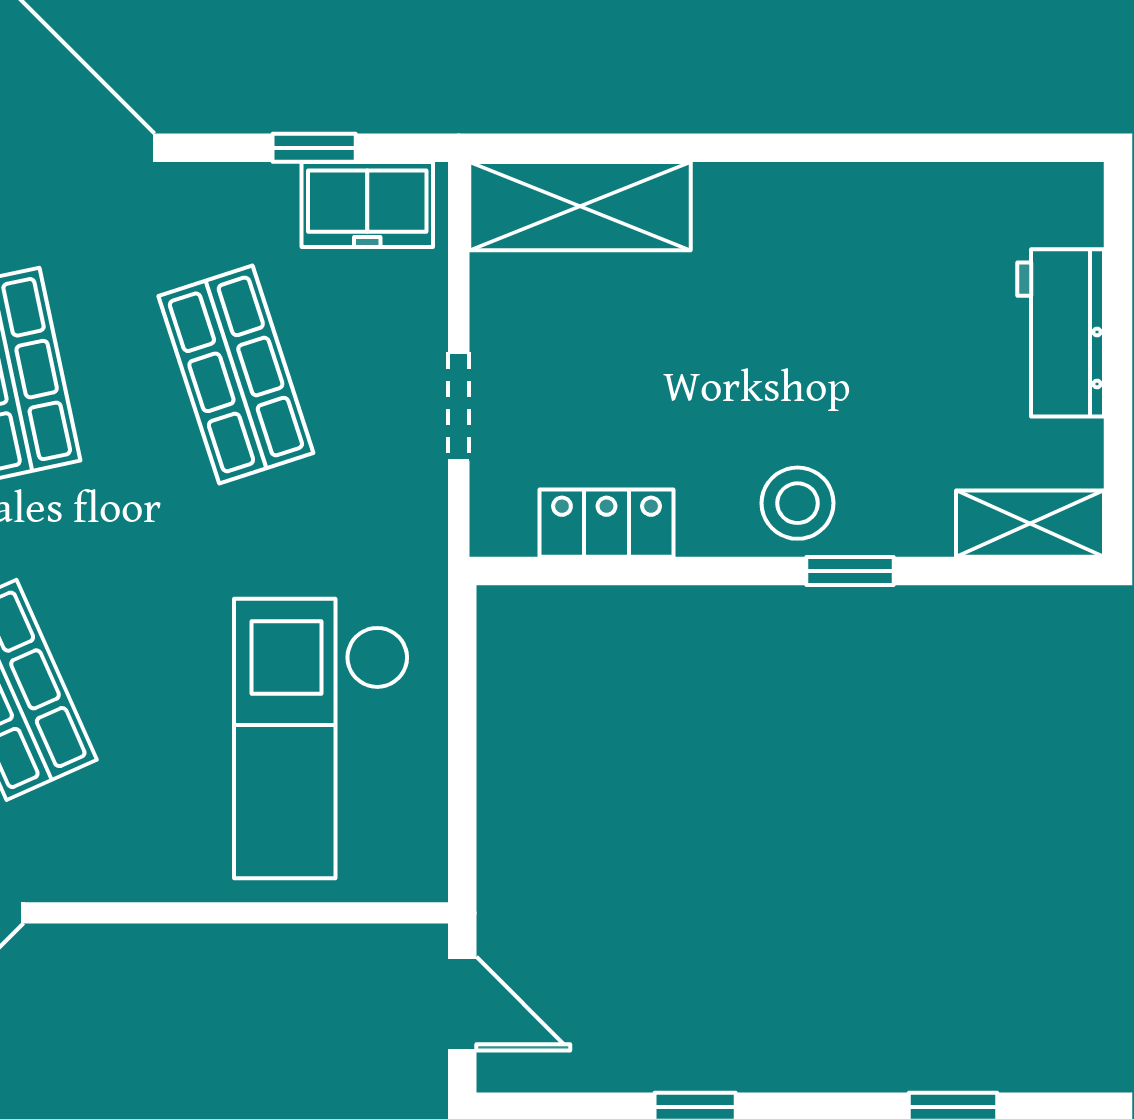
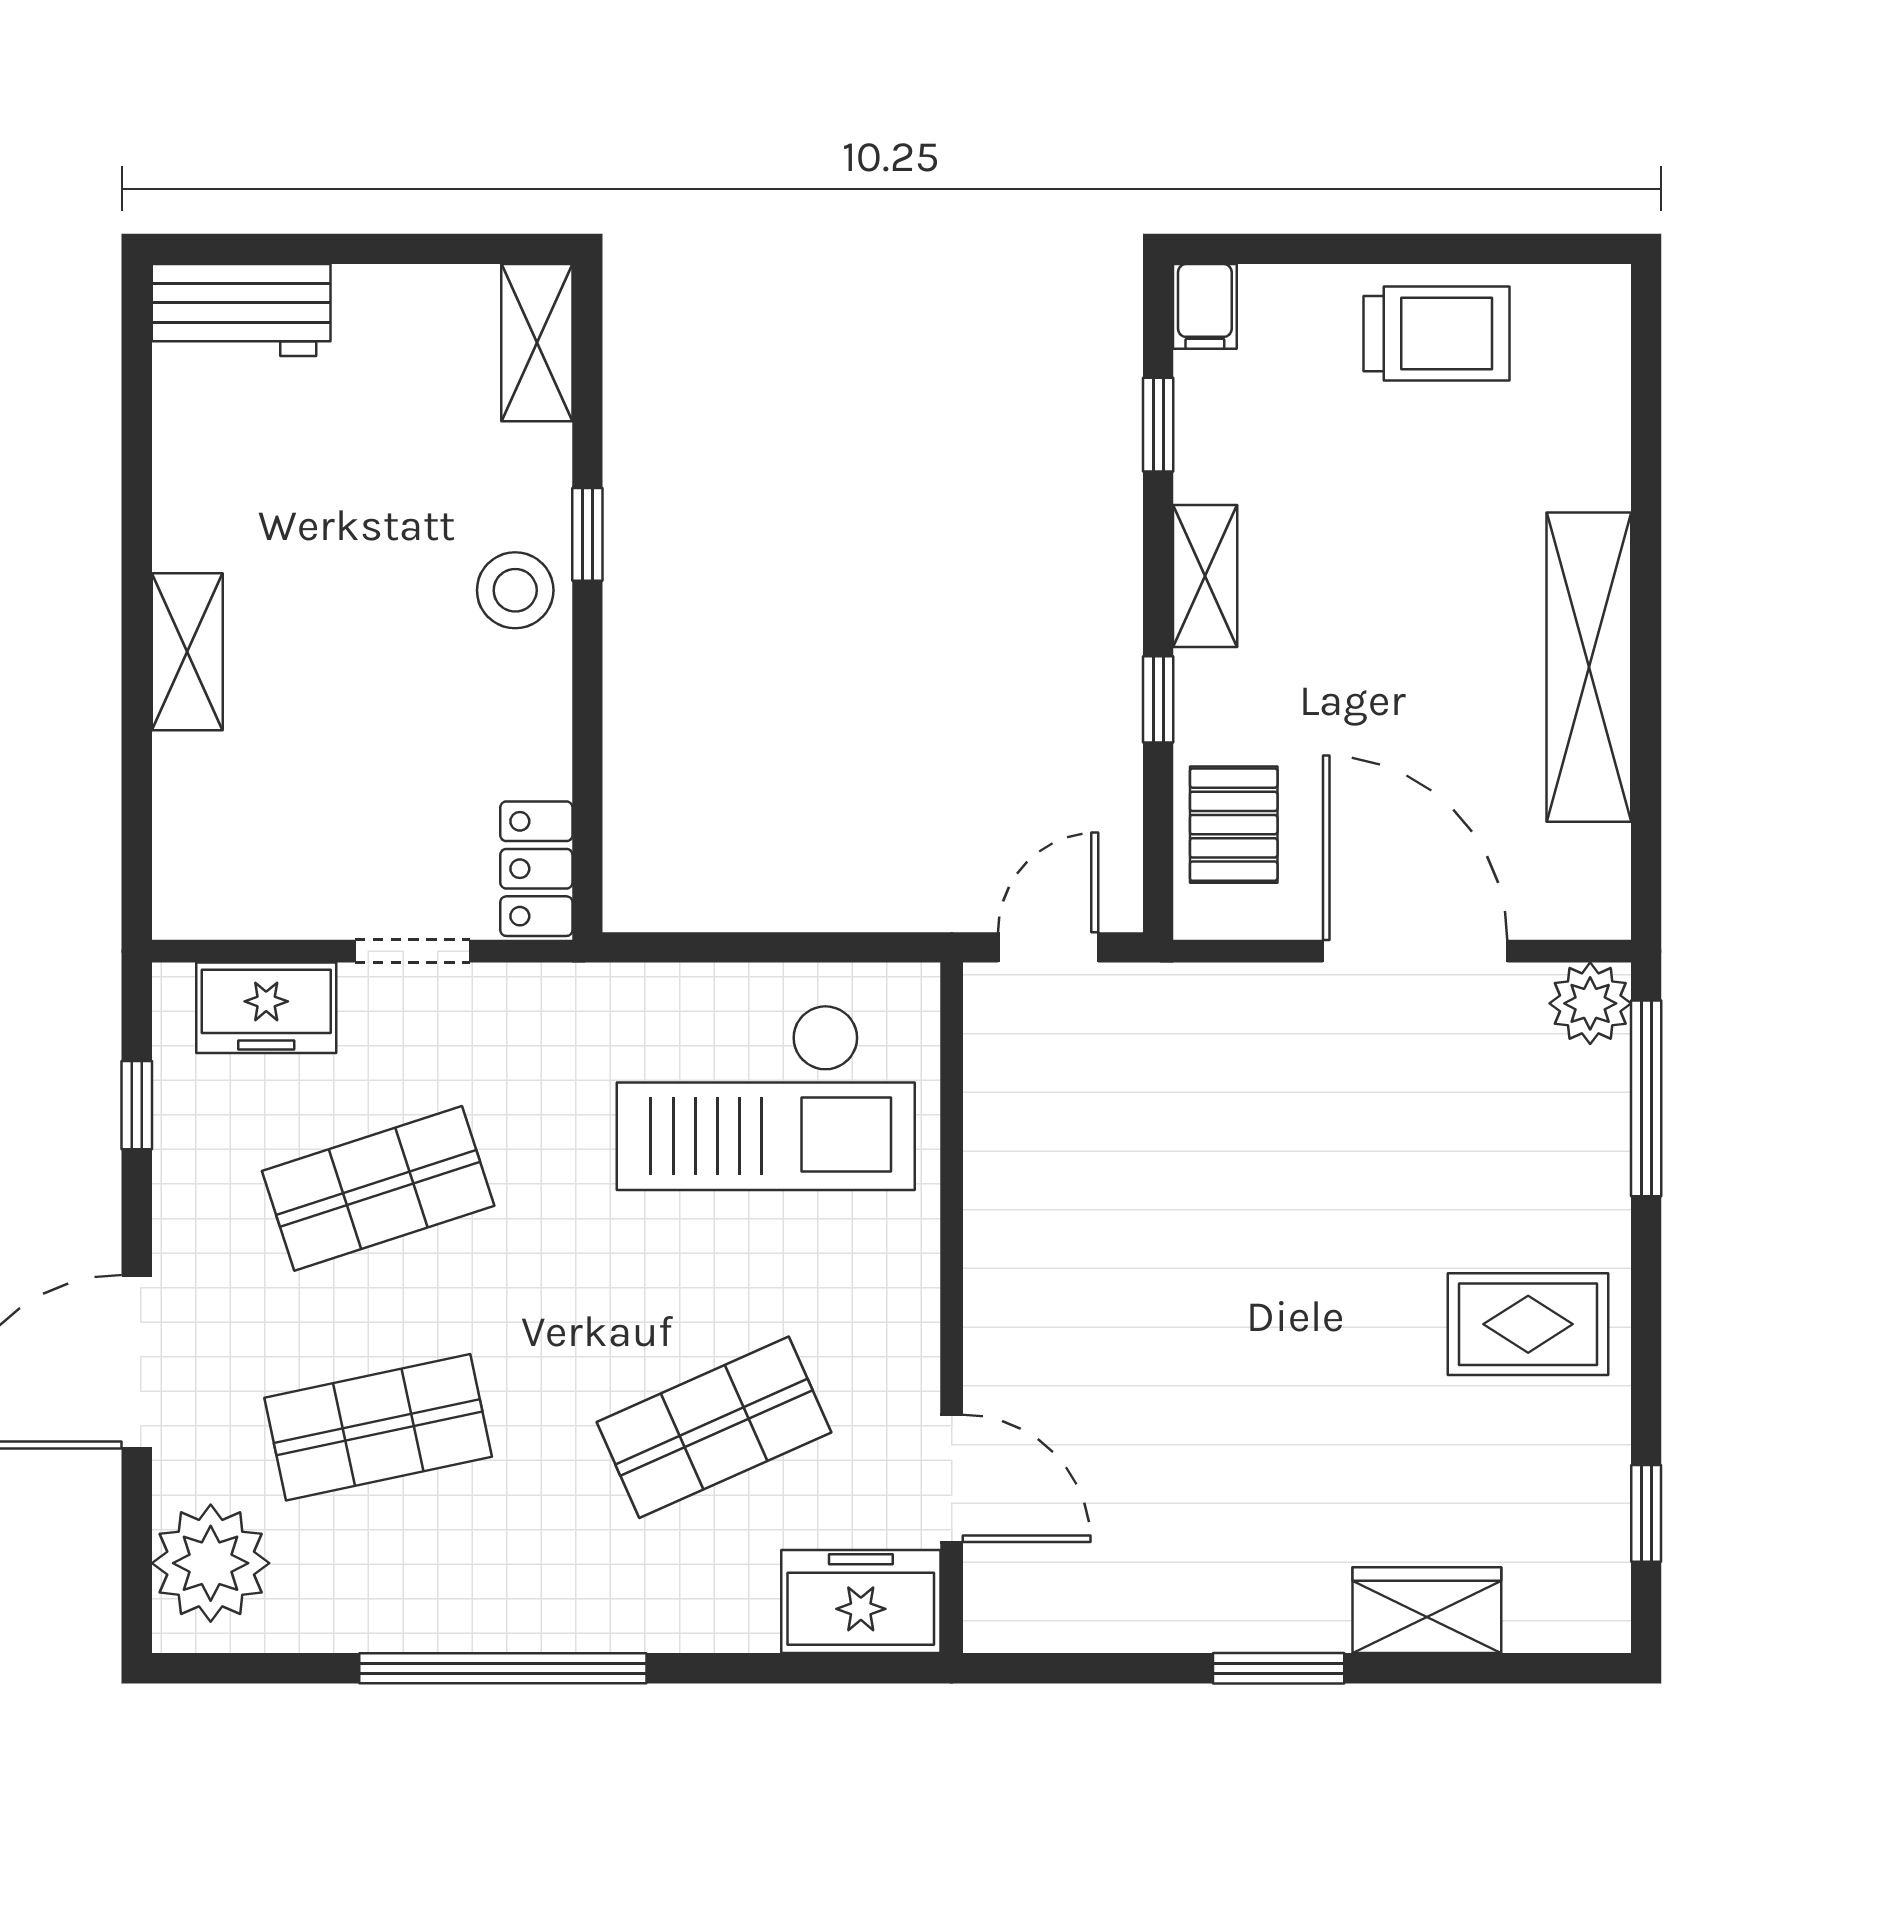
freezer: (367, 205) -> (266, 1008), moved, turned 90
shelving: (580, 206) -> (187, 652), moved, width x0.67, depth x0.75
workbench: (1061, 333) -> (241, 310), moved
locker: (606, 523) -> (536, 869), moved

